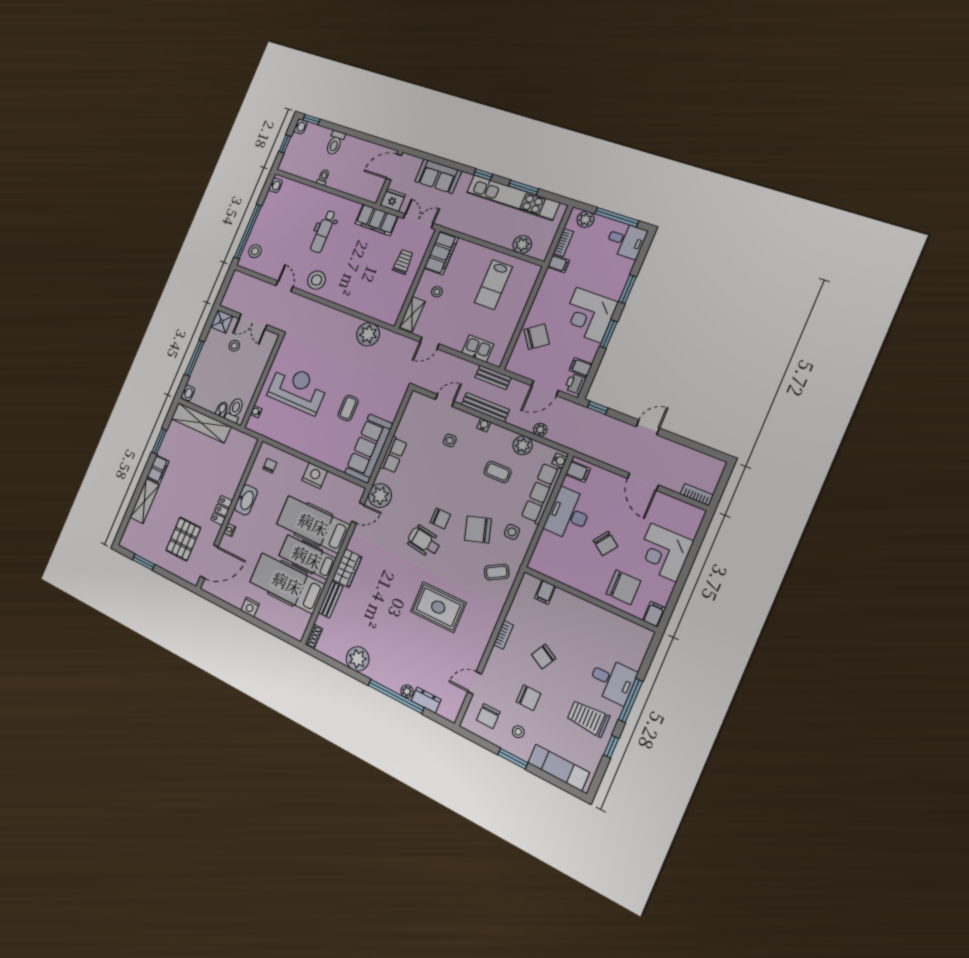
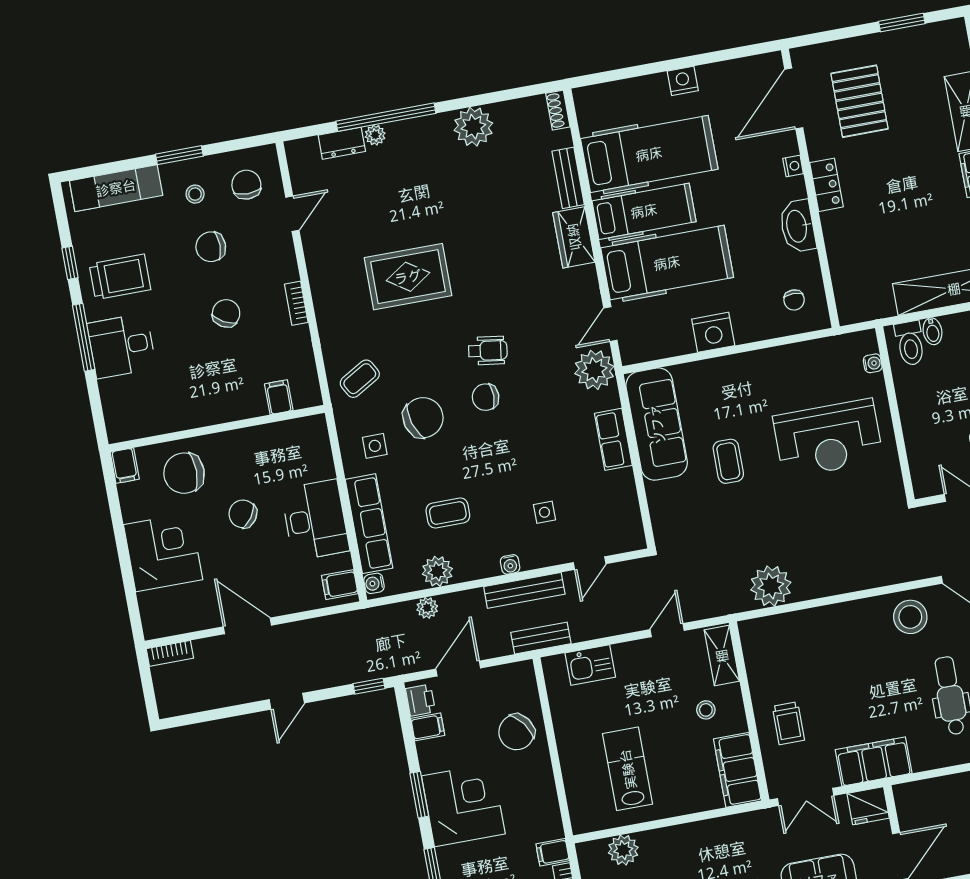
wheelchair: (424, 541) -> (488, 351), width x0.73, depth x0.73

